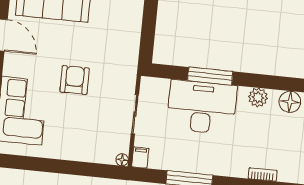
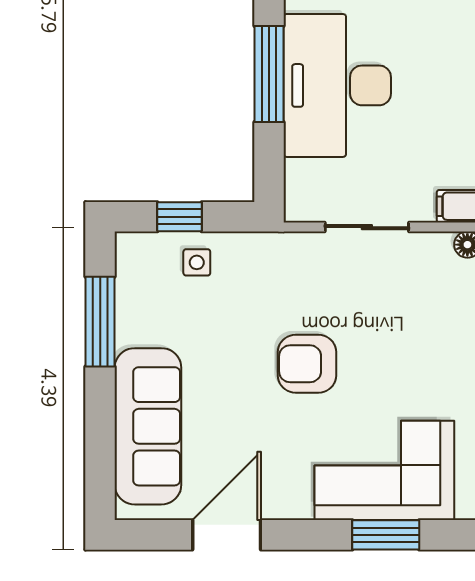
window: (148, 28) -> (180, 217), added
side table: (127, 34) -> (197, 262), added

